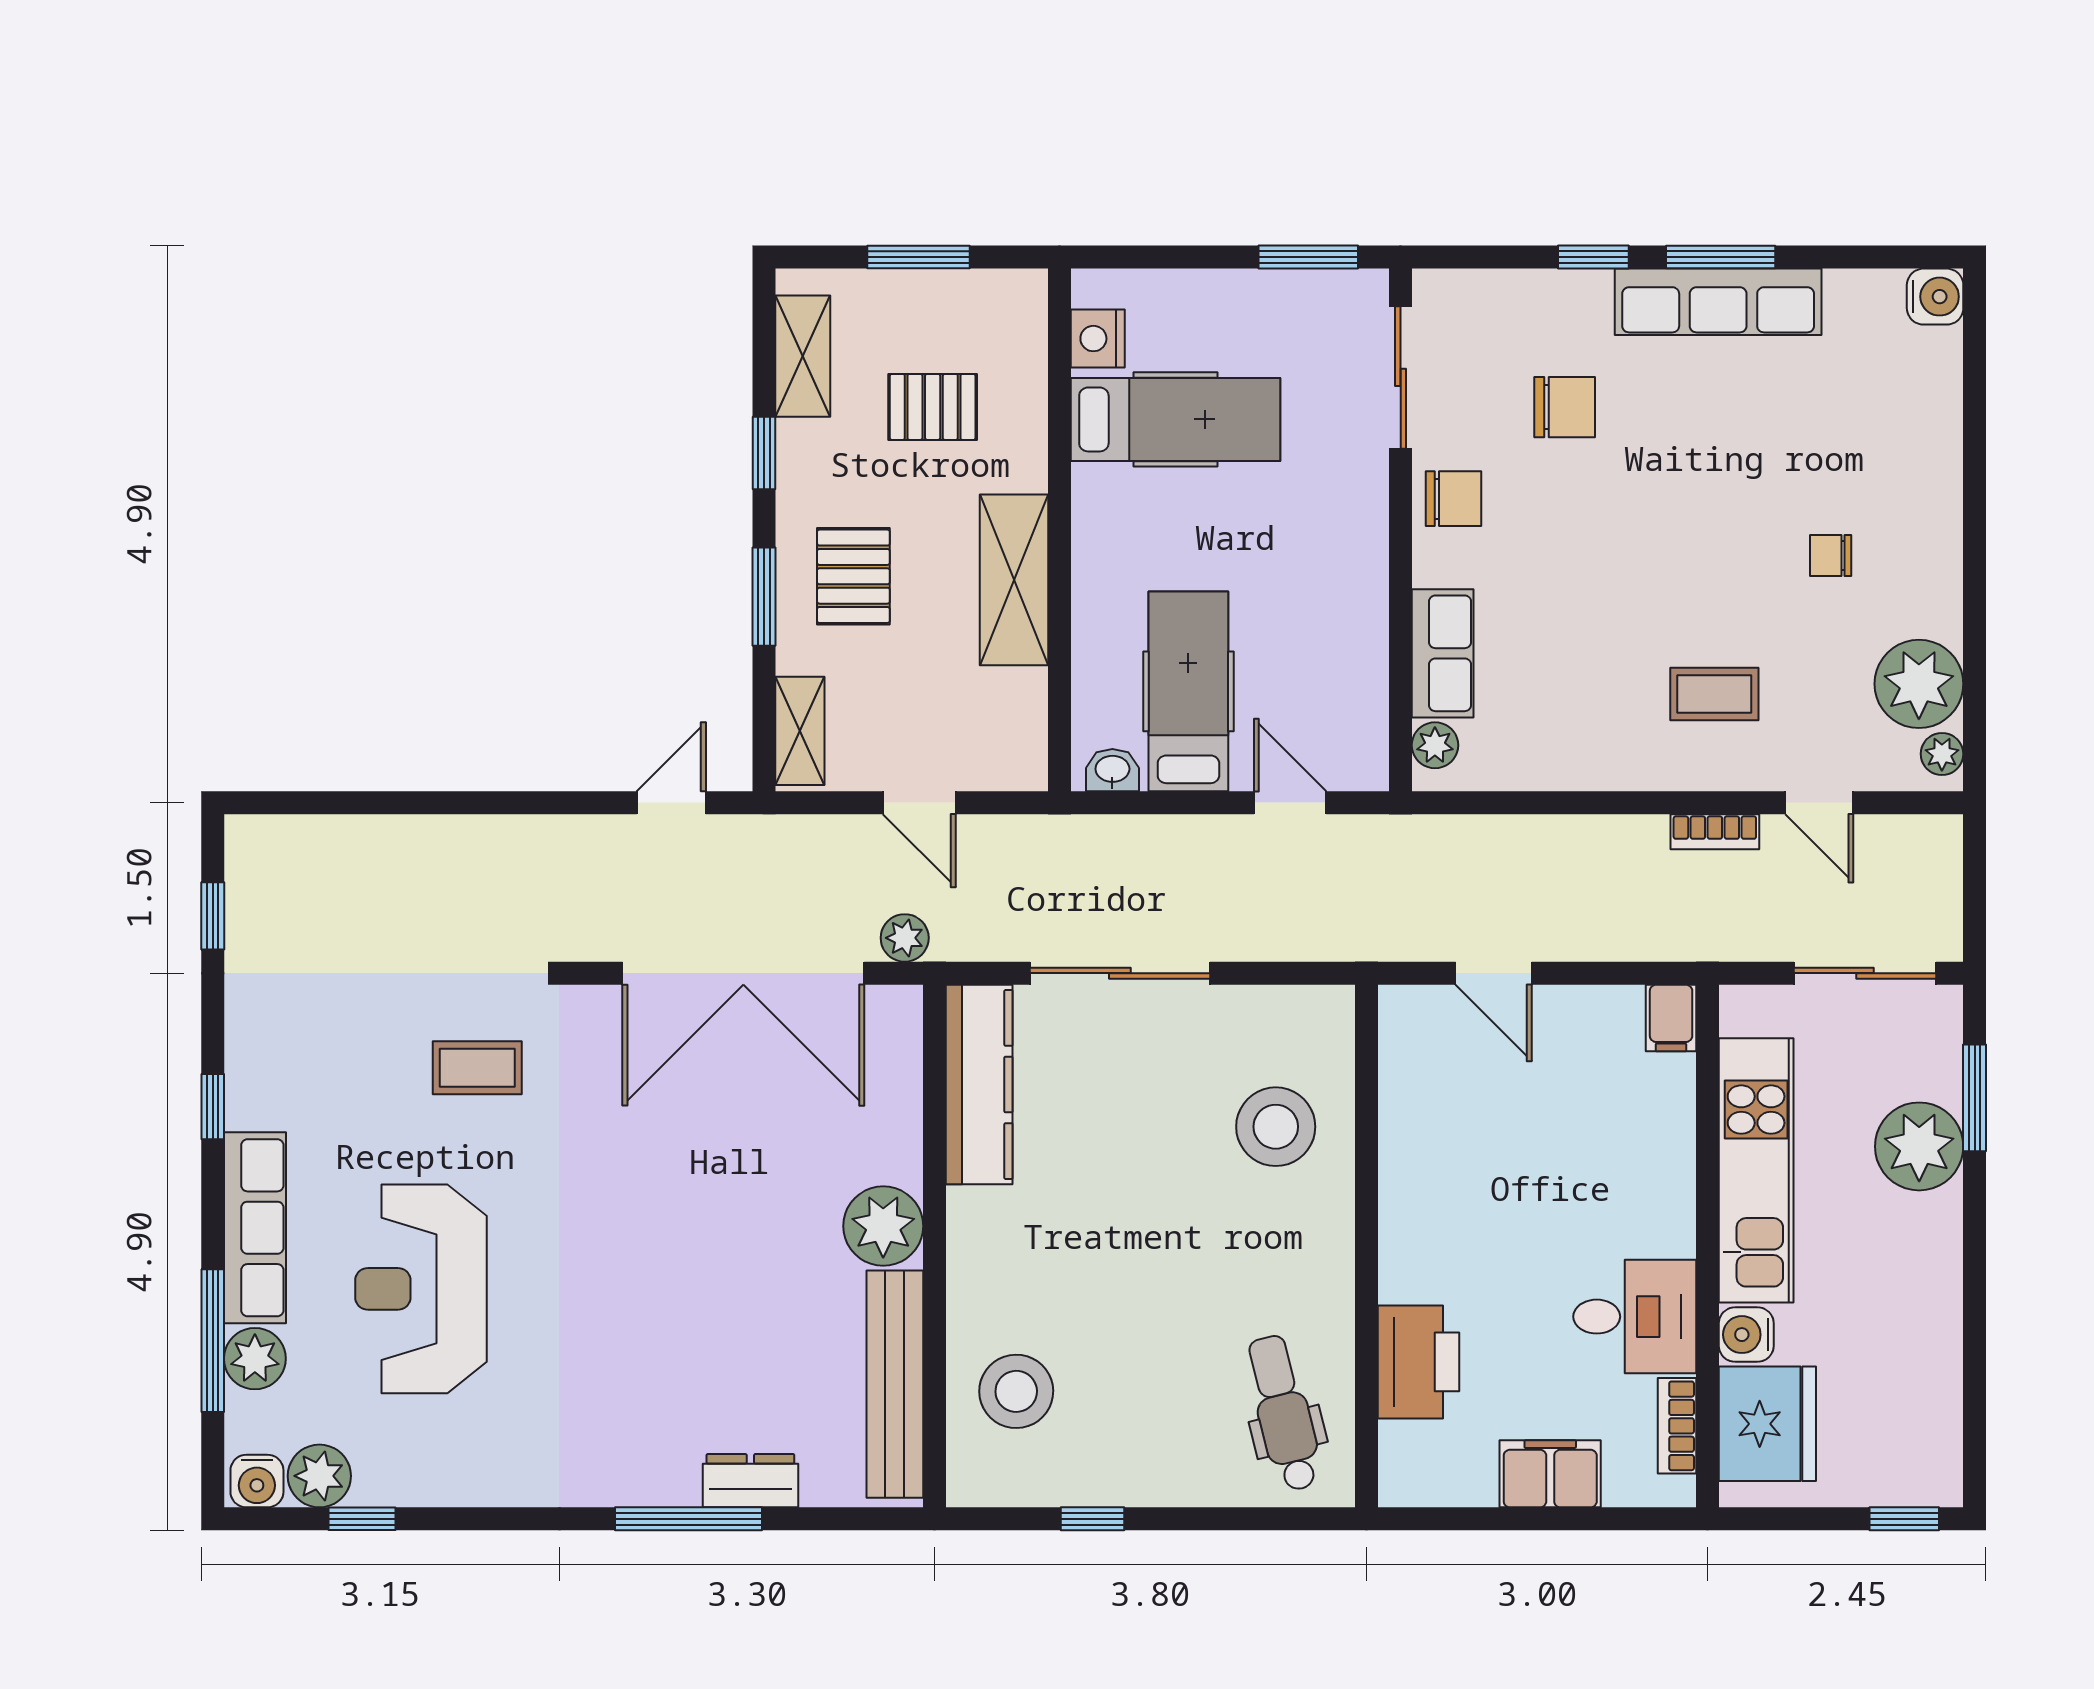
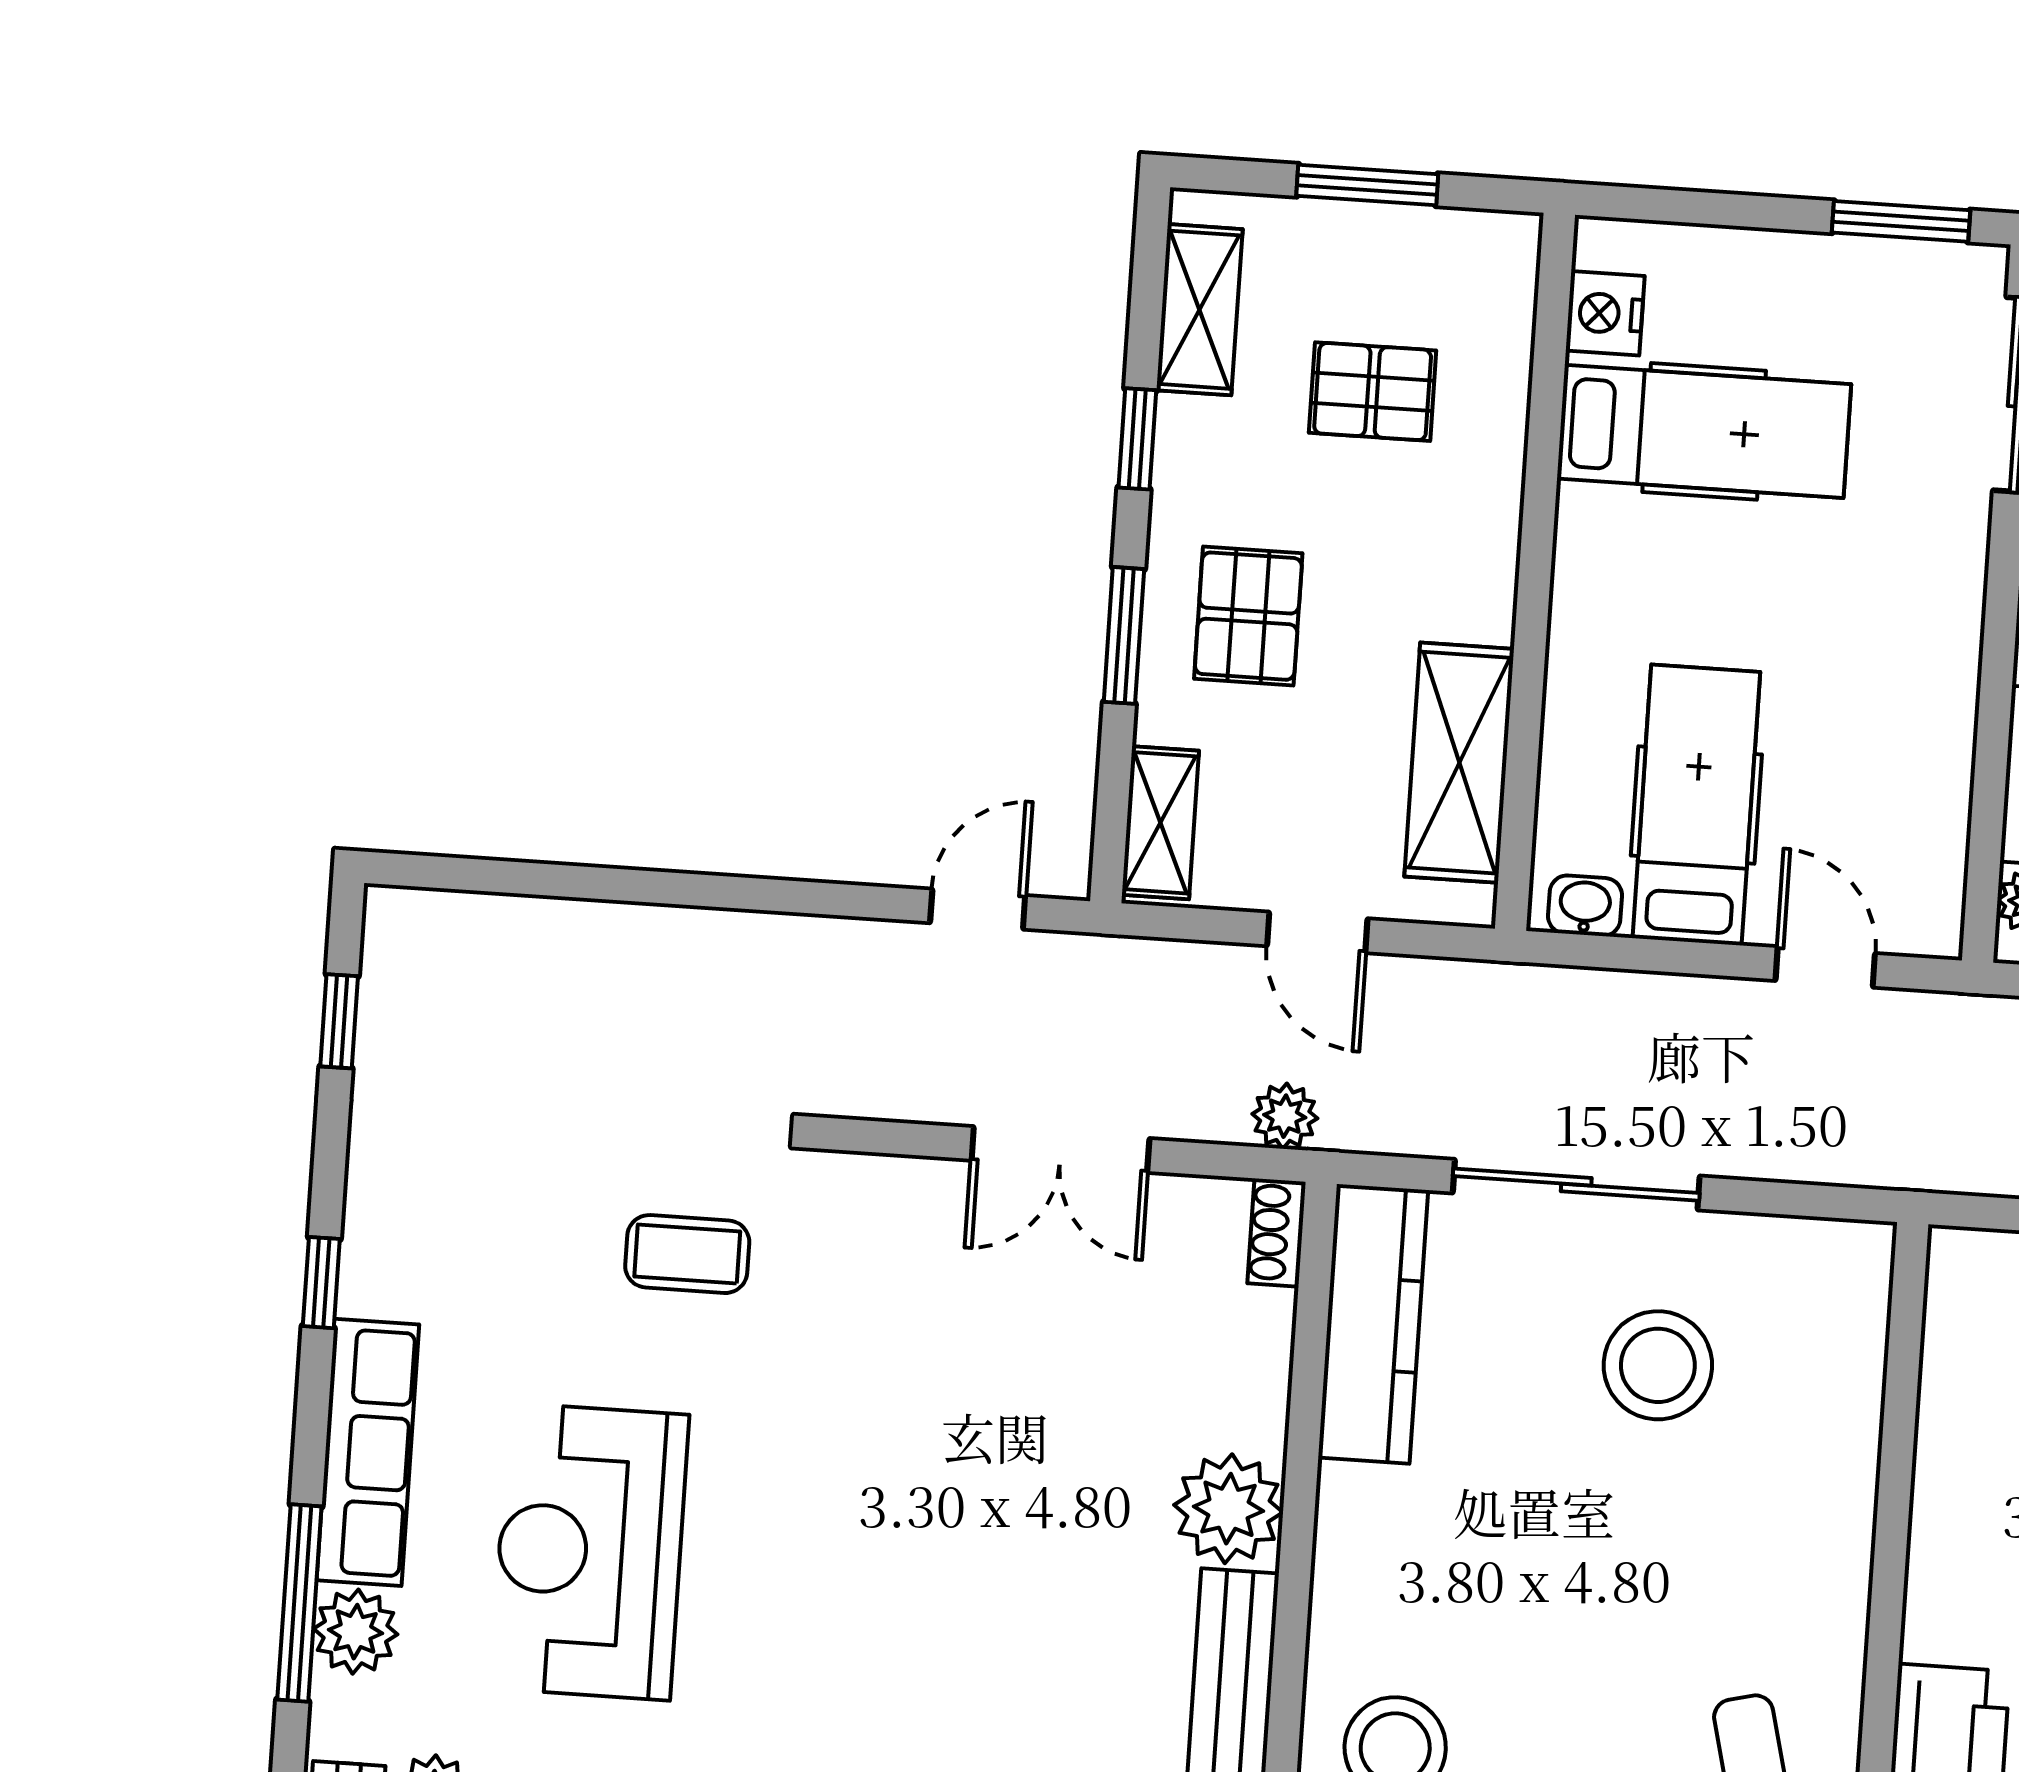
shelving: (1014, 580) -> (1459, 763), moved
double door: (743, 973) -> (1060, 1149), width x0.54
shoe rack: (905, 1023) -> (1277, 1233), added
stool: (1276, 1127) -> (1658, 1365), moved

